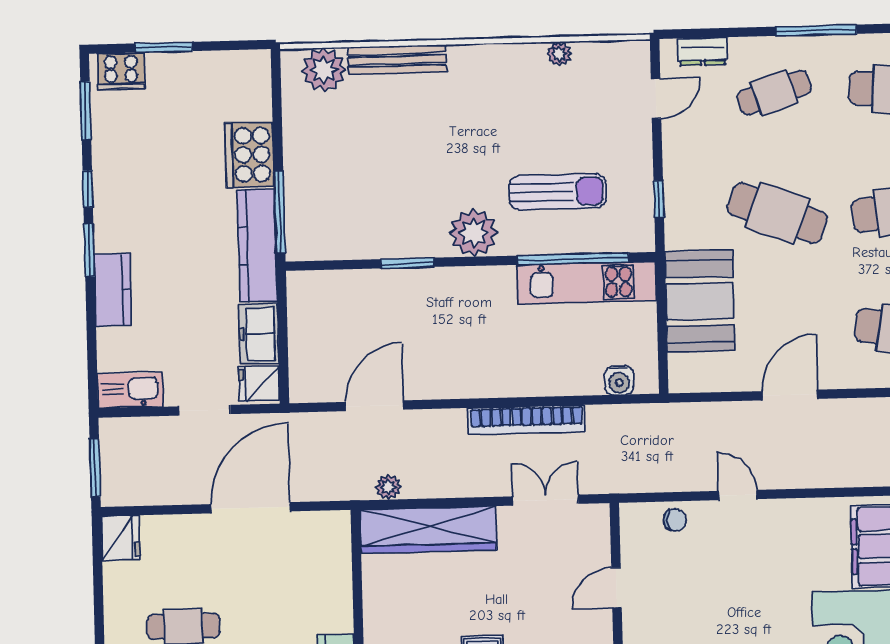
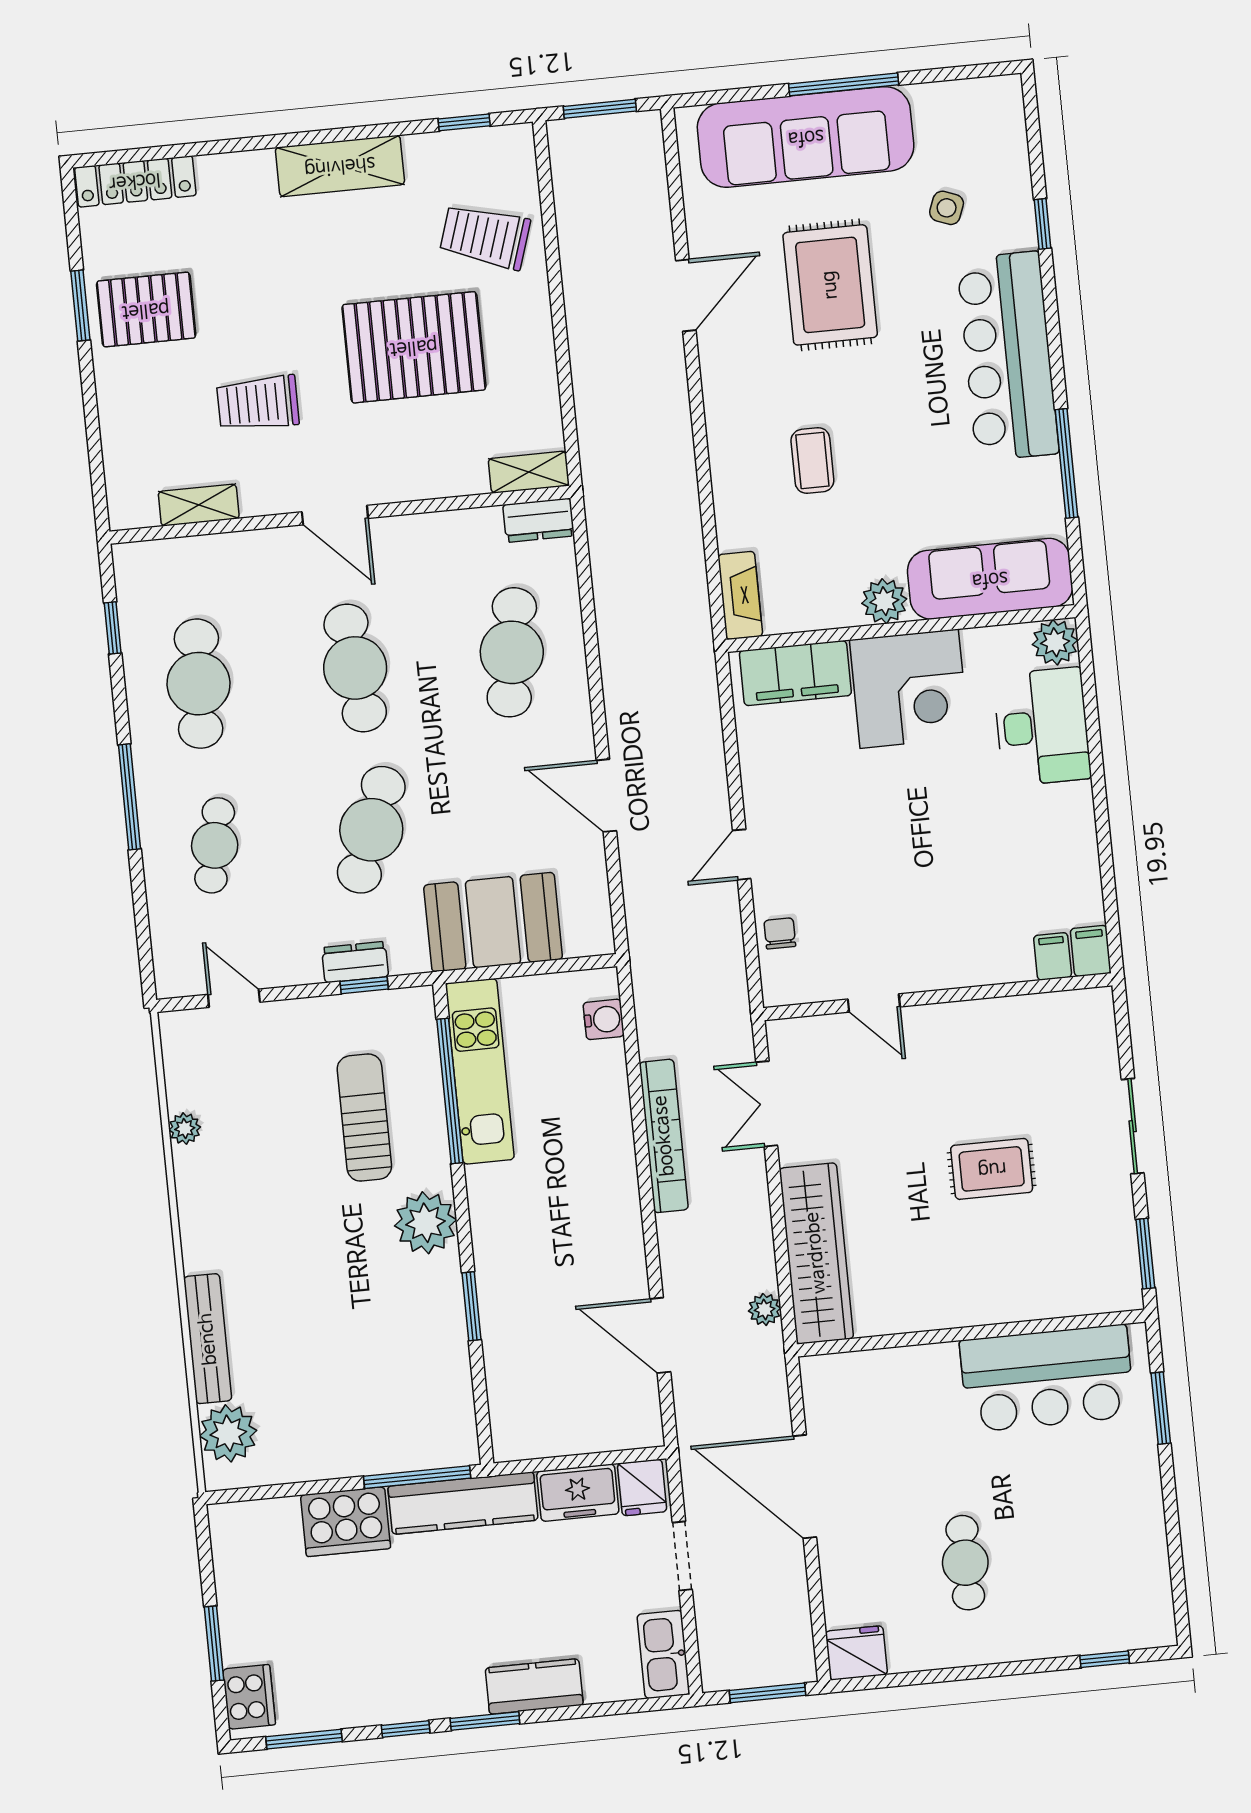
dresser: (703, 52) -> (355, 962), moved, turned -90
cafe table: (774, 93) -> (215, 845), turned 30

